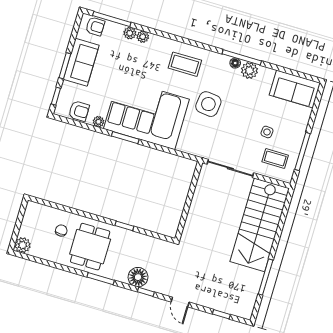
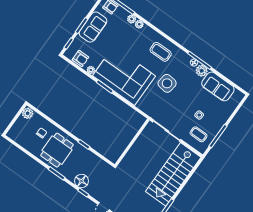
sofa: (295, 89) -> (218, 86), moved
plant: (23, 245) -> (28, 113), moved

